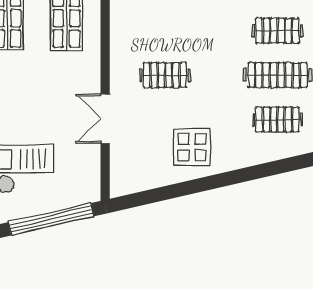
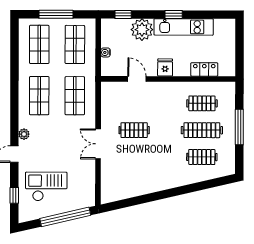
double door: (105, 119) -> (98, 144), moved
display table: (192, 147) -> (150, 174), removed

